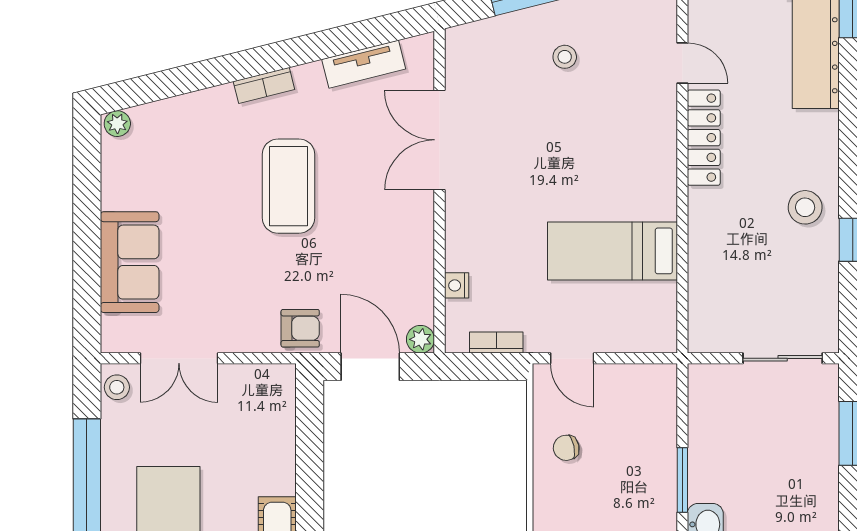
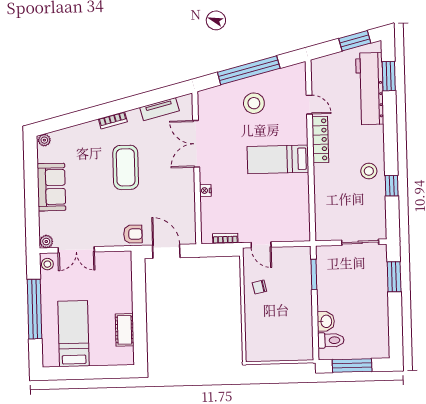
stool: (565, 57) -> (254, 103), width x1.89, depth x1.89
bed: (613, 251) -> (278, 159), moved
sofa: (130, 262) -> (51, 187), moved
nightstand: (457, 285) -> (205, 191), moved
plant: (420, 339) -> (46, 242), moved
window: (682, 480) -> (314, 274), moved

